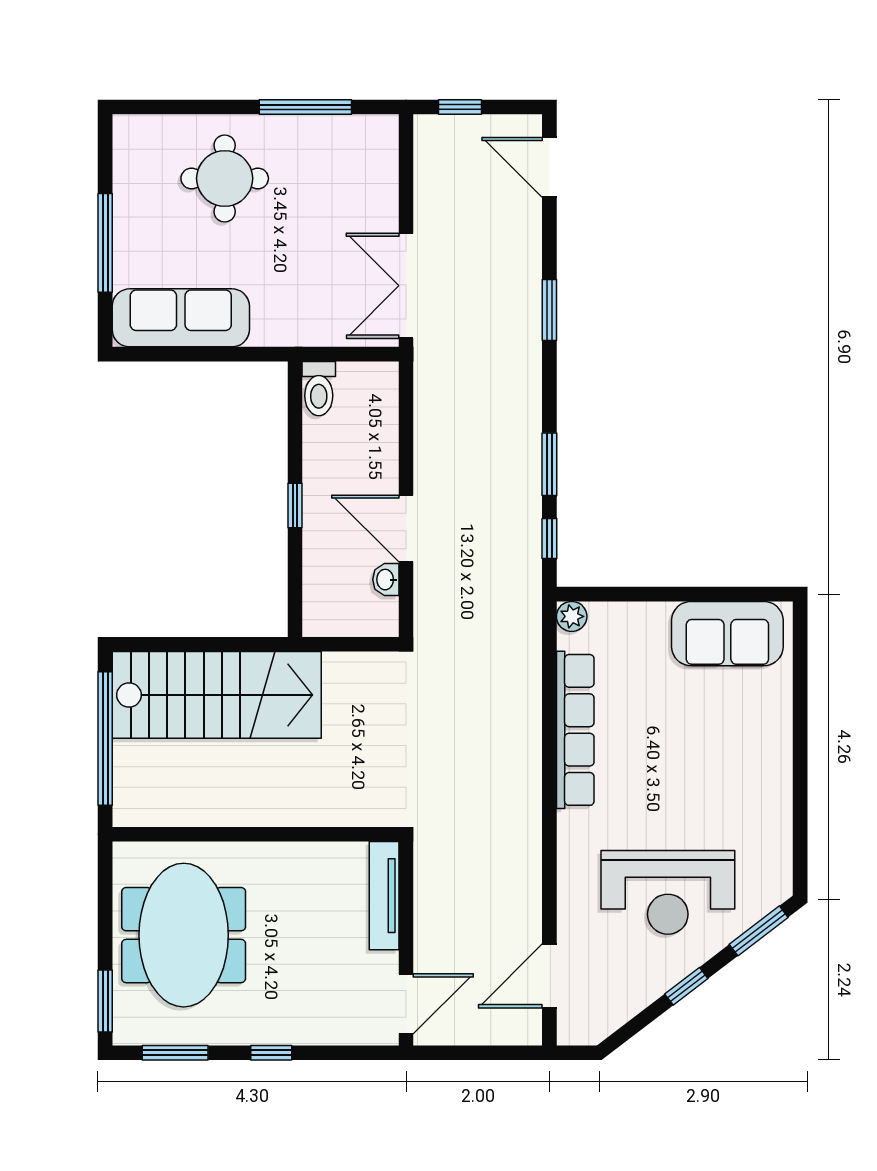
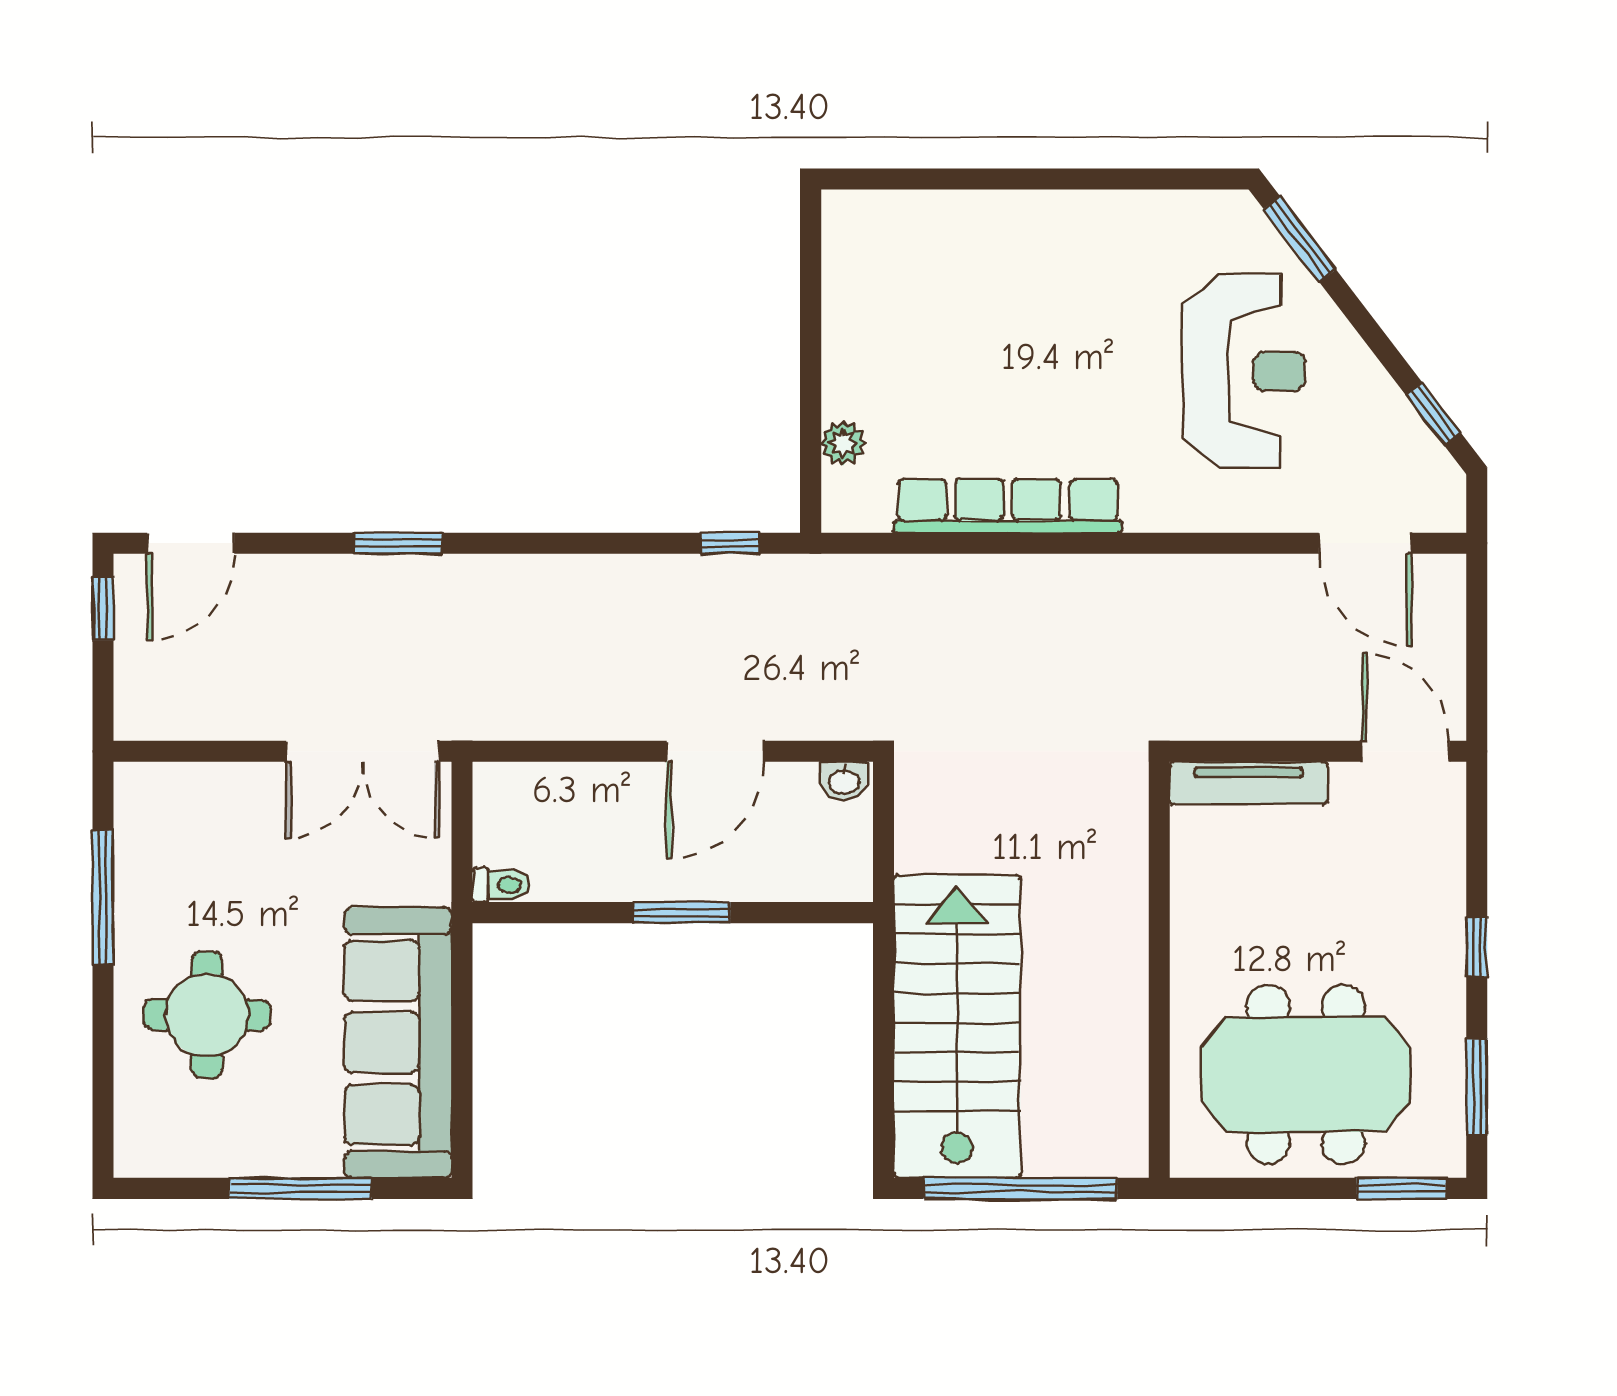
window: (460, 107) -> (103, 609), moved
sofa: (181, 318) -> (398, 1043), width x1.36, depth x1.27
toilet: (319, 389) -> (501, 885), width x0.73, depth x0.72
window: (549, 464) -> (622, 543), removed
window: (295, 505) -> (682, 913), width x1.50
washbasin: (386, 580) -> (844, 781), moved
plant: (572, 616) -> (843, 443), moved
sofa: (727, 634) -> (868, 285), removed
window: (686, 986) -> (1433, 414), moved

